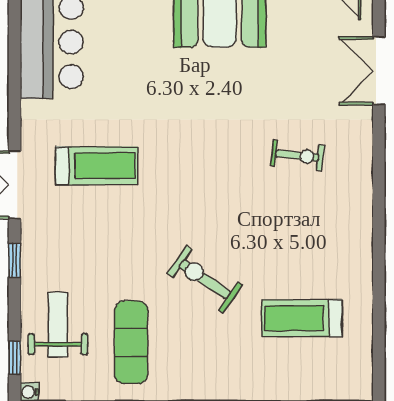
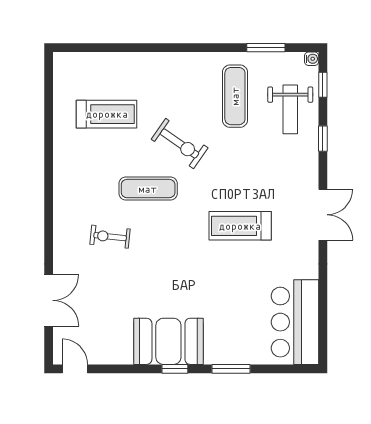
treadmill: (97, 166) -> (240, 226), moved
exercise mat: (247, 220) -> (148, 189), added
window: (15, 260) -> (323, 139), moved

